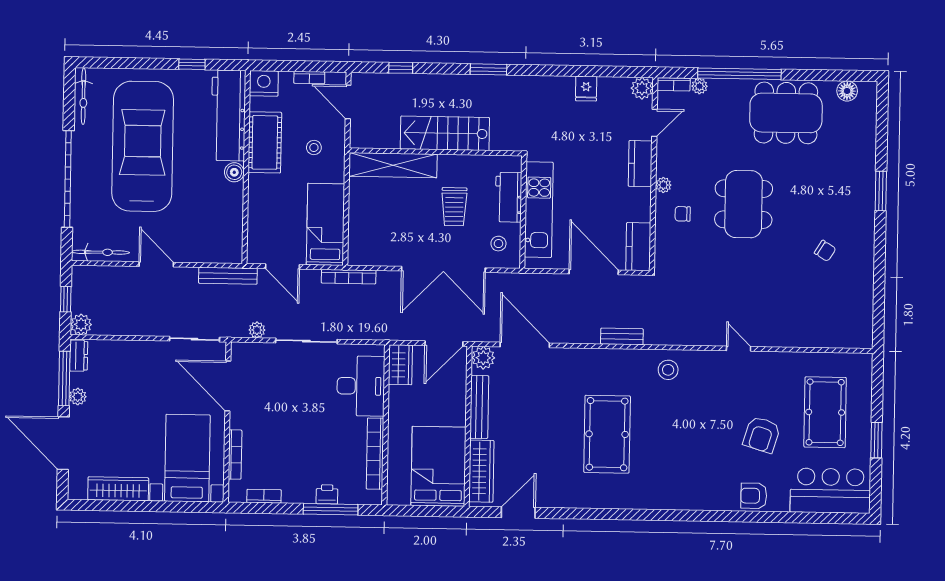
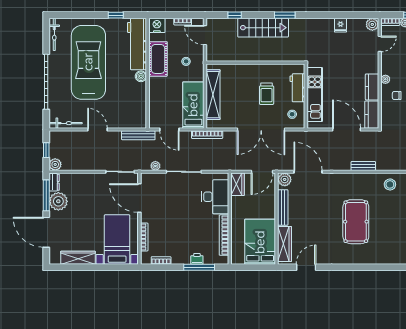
stairs: (445, 133) -> (263, 28), moved, turned 180
kitchen counter: (640, 164) -> (372, 87), moved
shelving: (393, 165) -> (213, 95), moved, turned 90
plant: (78, 397) -> (58, 201), width x1.87, depth x1.87

